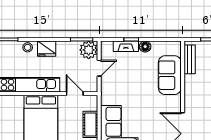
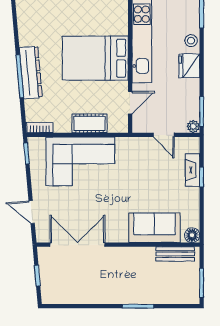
floor lamp: (145, 47) -> (192, 235), moved
plant: (89, 50) -> (193, 127), width x0.53, depth x0.53

